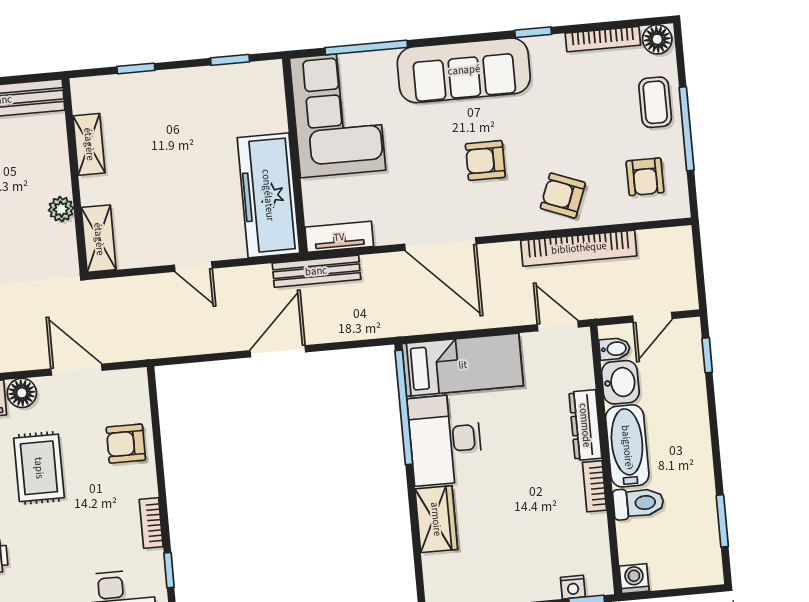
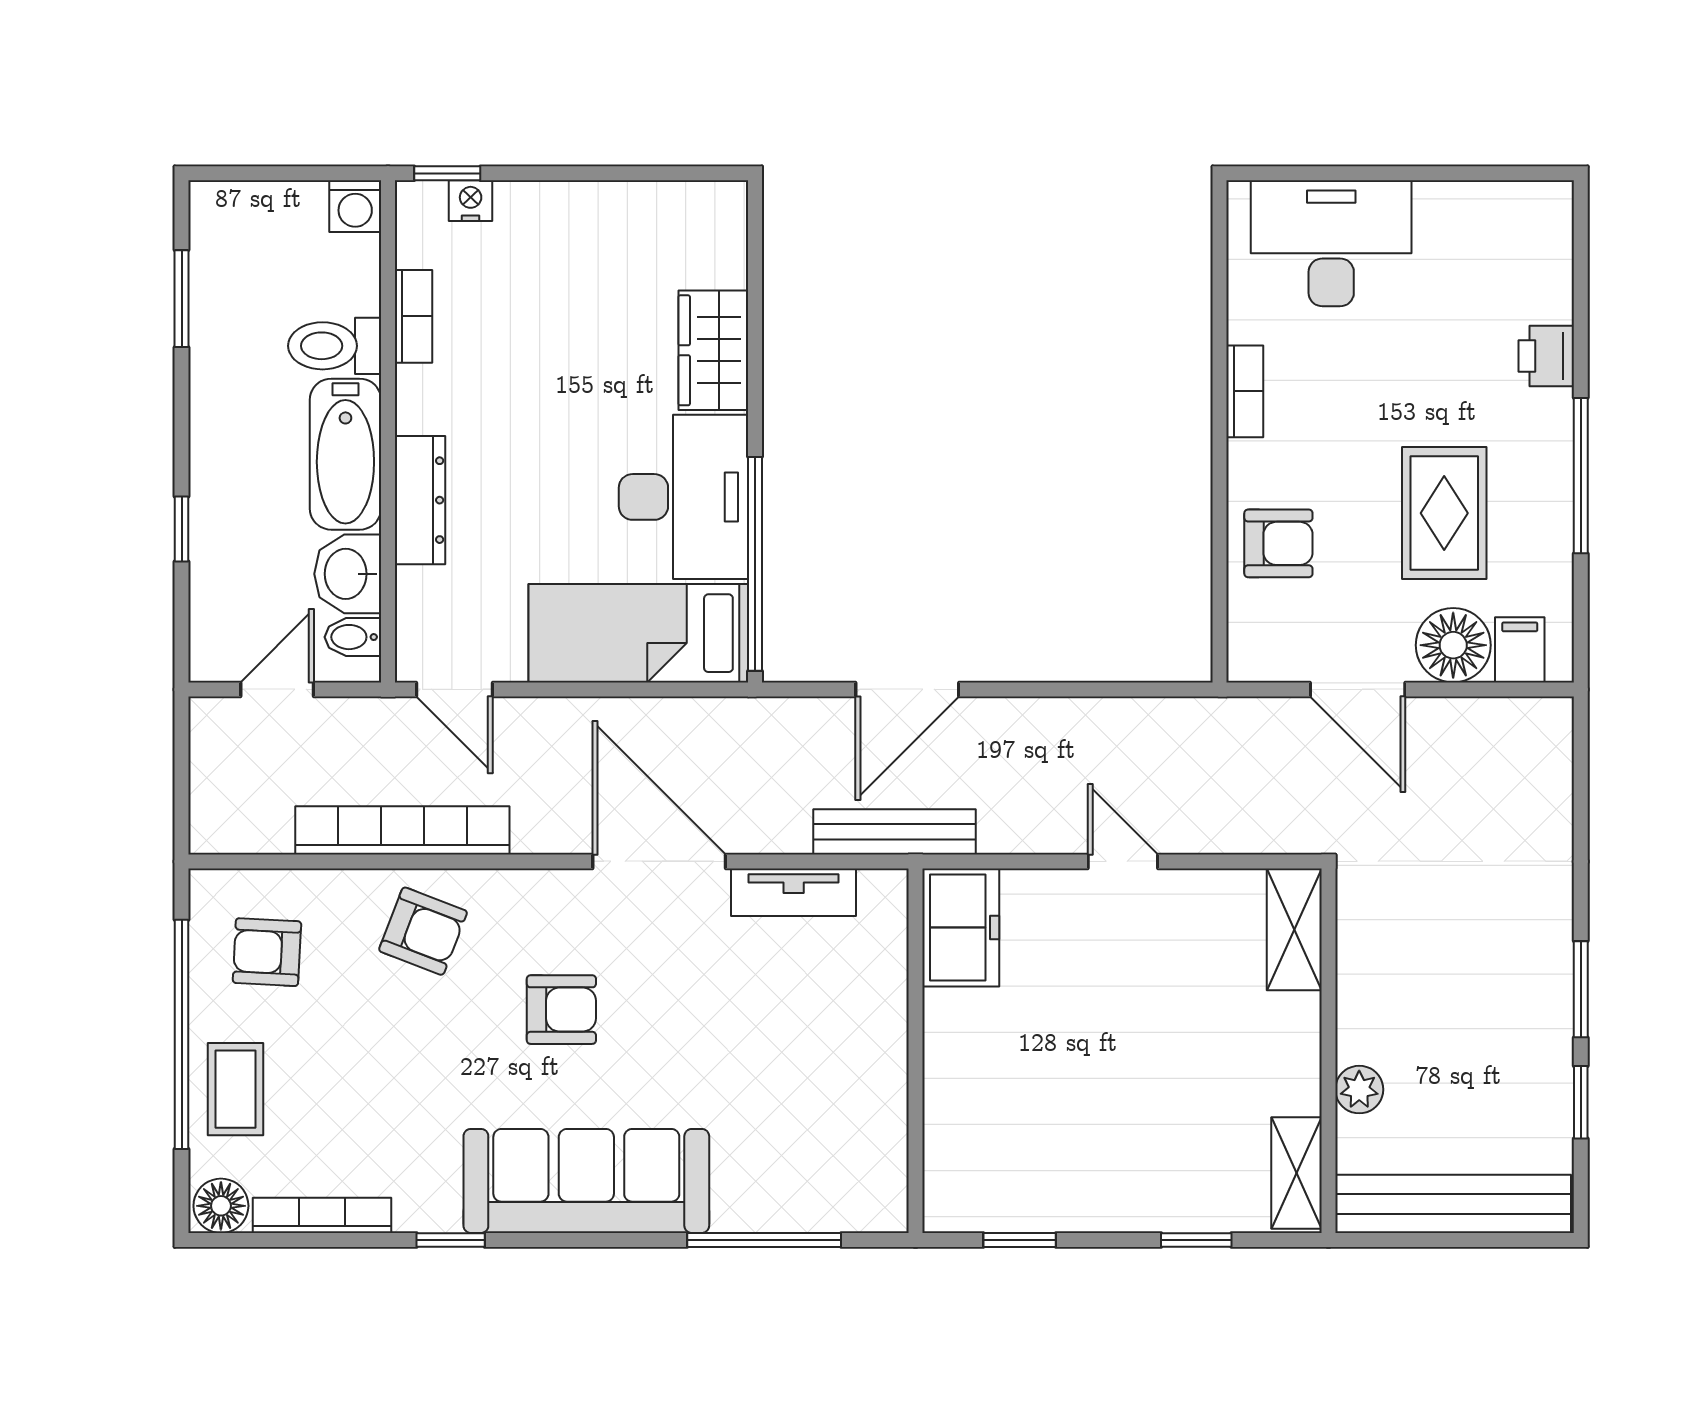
corner sofa: (338, 114) -> (828, 1121), removed
window: (687, 129) -> (182, 1034), width x1.46
shelving: (89, 144) -> (1296, 1173), moved
armchair: (645, 177) -> (267, 952), turned -87
freezer: (268, 195) -> (961, 927), width x0.52, depth x0.79
plant: (61, 209) -> (1359, 1090), moved
tv unit: (339, 237) -> (794, 892), moved
door: (278, 351) -> (907, 689), moved
window: (707, 355) -> (182, 529), moved
floor lamp: (22, 393) -> (1453, 645), width x1.38, depth x1.38
bookcase: (594, 486) -> (413, 316), moved
window: (169, 570) -> (1219, 301), removed

